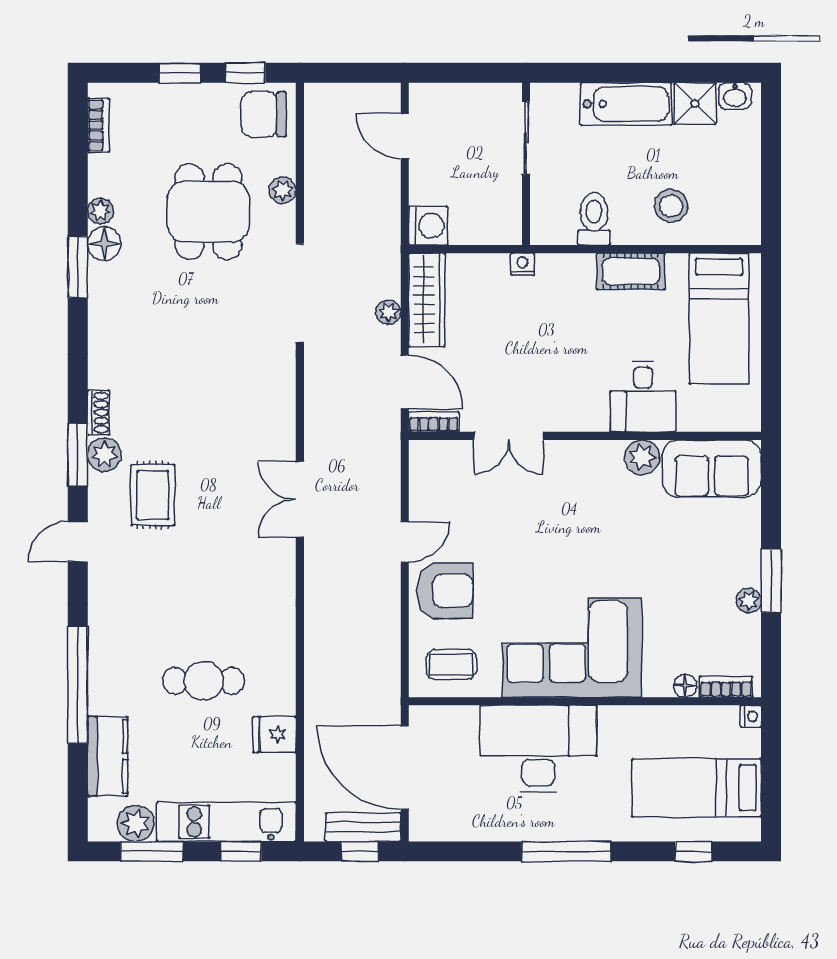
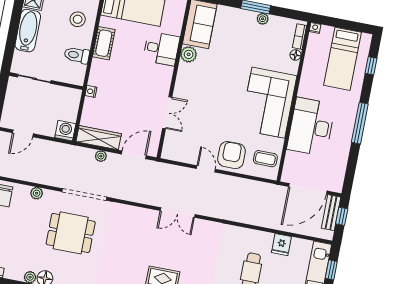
dining table: (208, 212) -> (71, 233), moved
bookcase: (434, 422) -> (154, 145), removed
coffee table: (451, 664) -> (265, 159), turned 90

